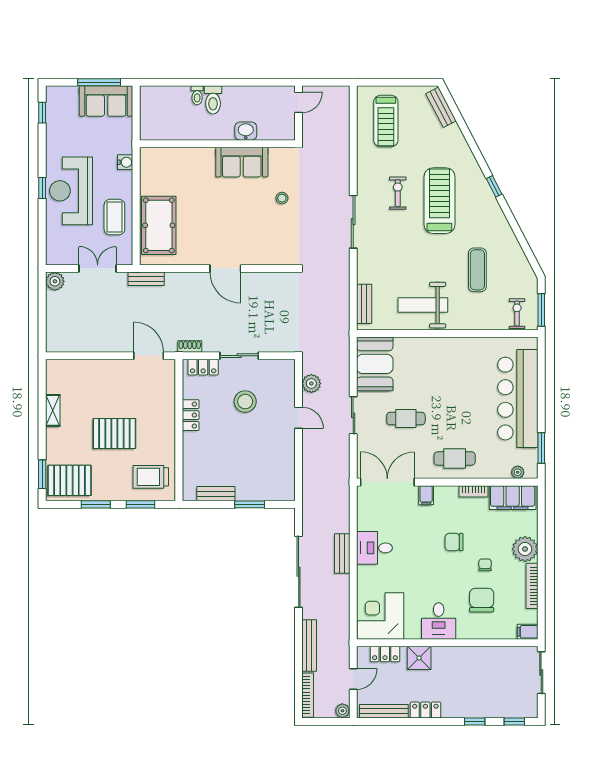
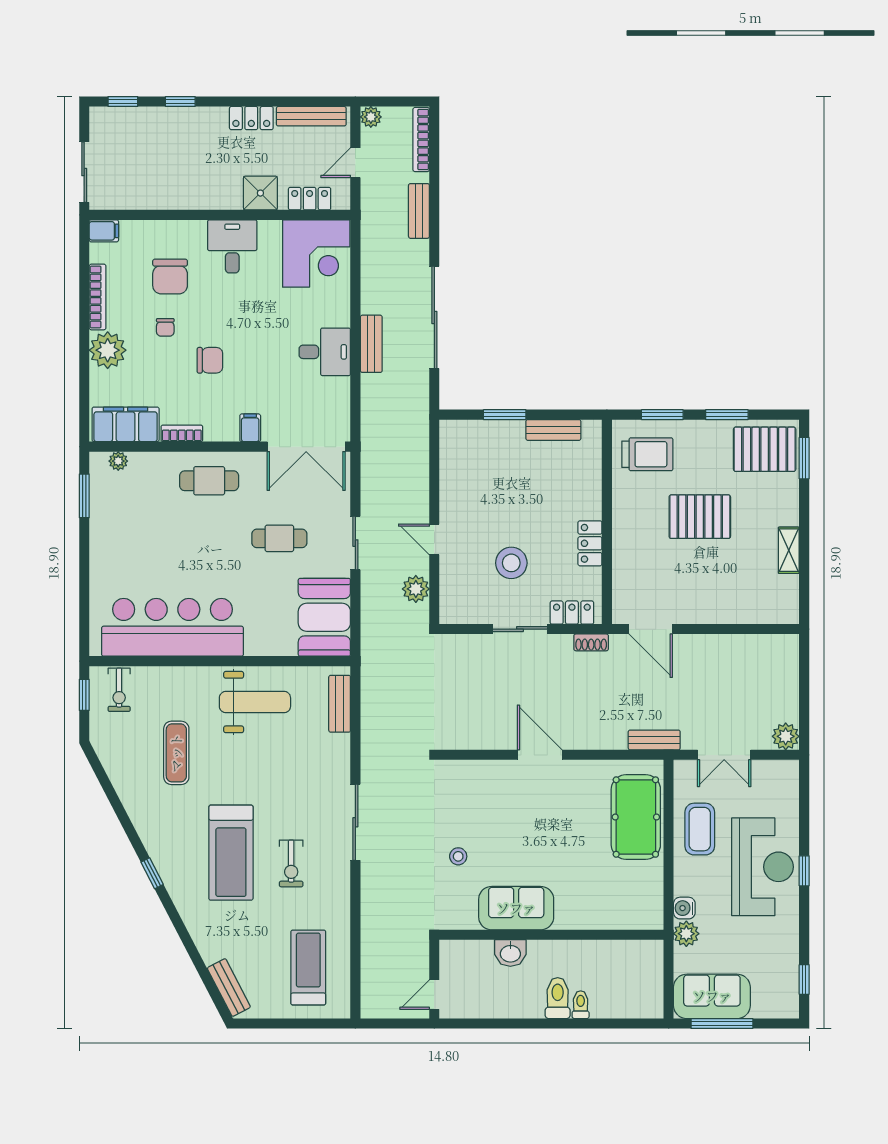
plant: (124, 144) -> (686, 934), added
window: (541, 310) -> (84, 695), width x0.67
bar counter: (518, 399) -> (173, 627), moved, turned -90
bench: (309, 646) -> (419, 211), width x0.73

